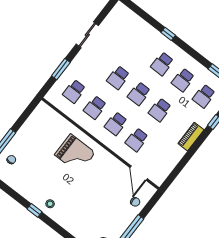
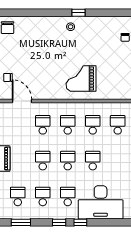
desk: (138, 38) -> (101, 202), added
window: (186, 48) -> (59, 222), added

